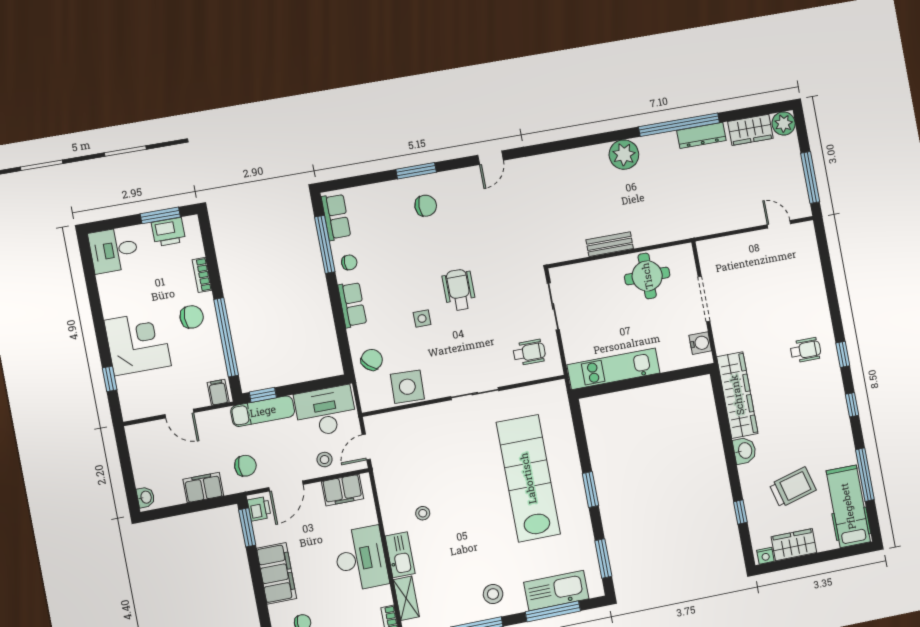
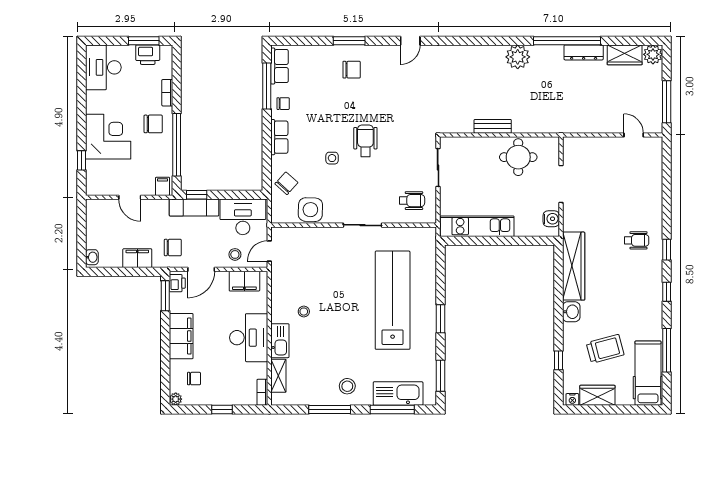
desk: (114, 250) -> (103, 67), width x1.37

